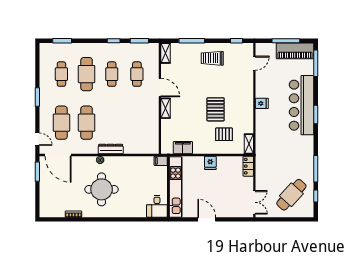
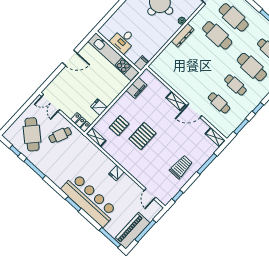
pallet: (216, 109) -> (143, 136), turned 90
fridge: (210, 163) -> (99, 107), moved
cafe table: (272, 173) -> (60, 135), added
desk: (157, 206) -> (123, 40), moved, turned -90

